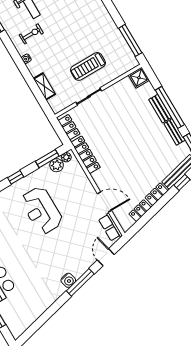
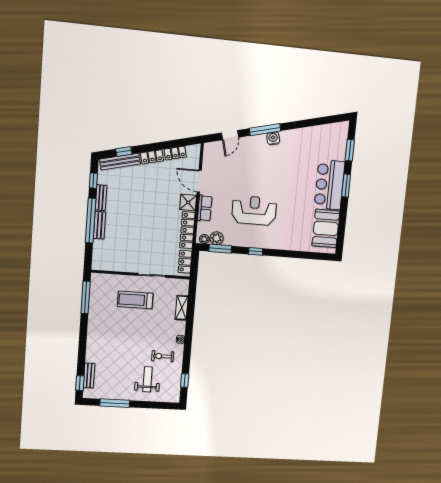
treadmill: (88, 66) -> (135, 300), turned 180
shower: (139, 78) -> (188, 202), moved
reception desk: (42, 210) -> (254, 210), turned -90
row of seats: (110, 227) -> (205, 208), moved

